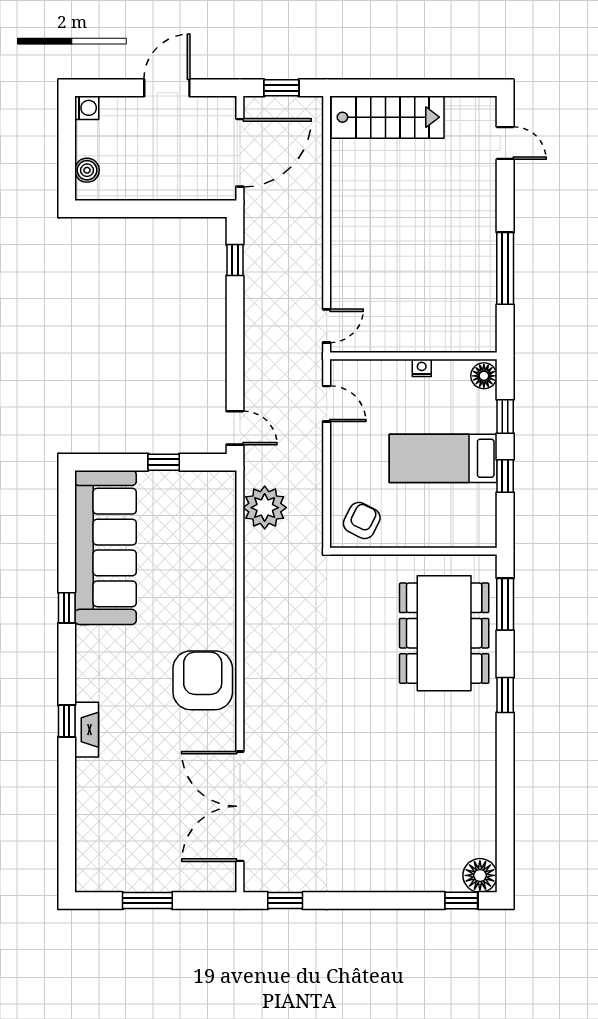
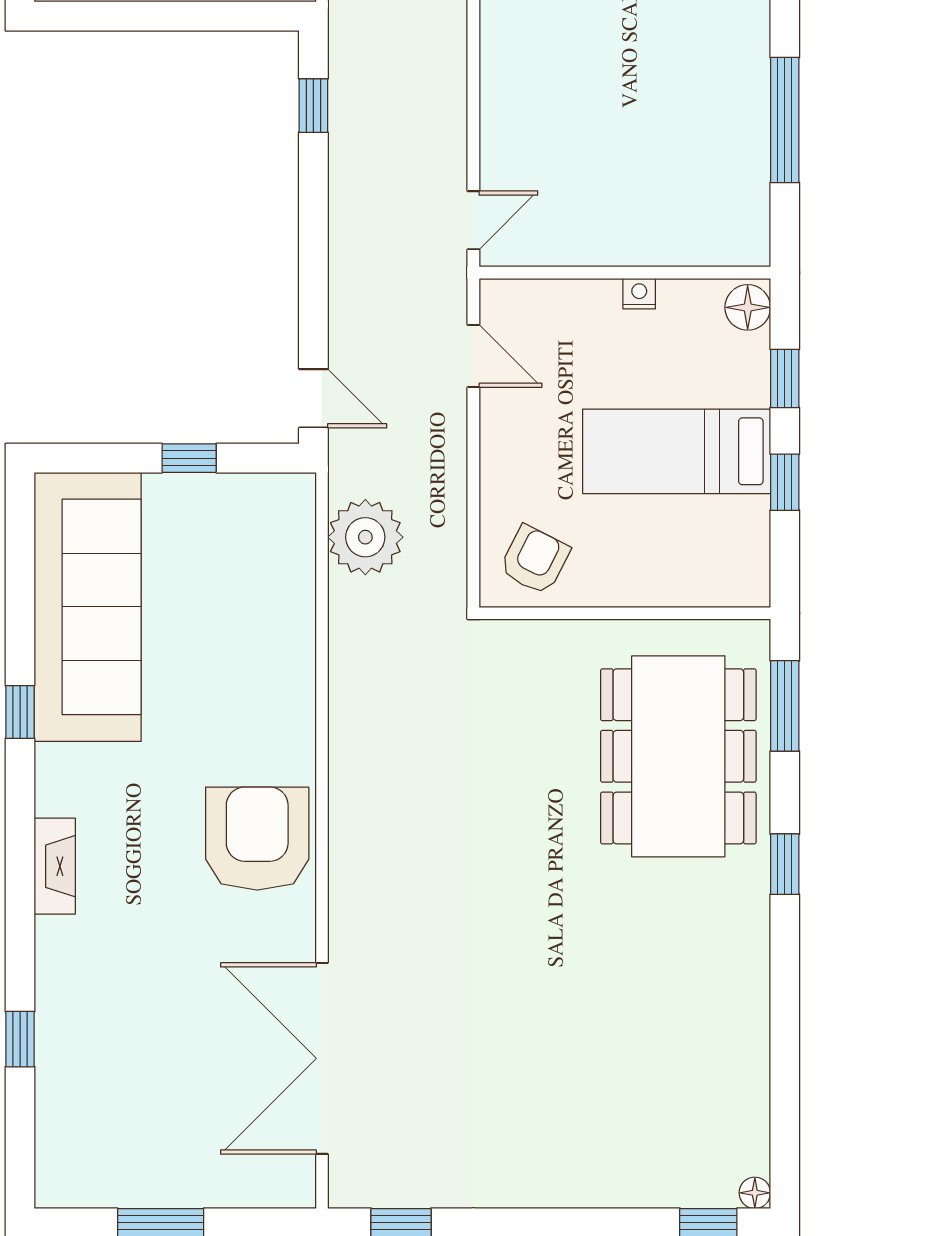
window: (67, 721) -> (20, 1039), moved
fireplace: (87, 730) -> (55, 866), moved
floor lamp: (480, 875) -> (755, 1193), width x0.53, depth x0.53

